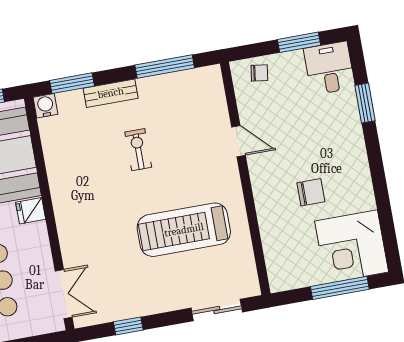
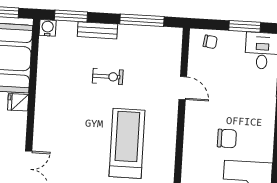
exercise bike: (138, 150) -> (108, 77), turned 90
treadmill: (184, 230) -> (127, 143), turned 90

